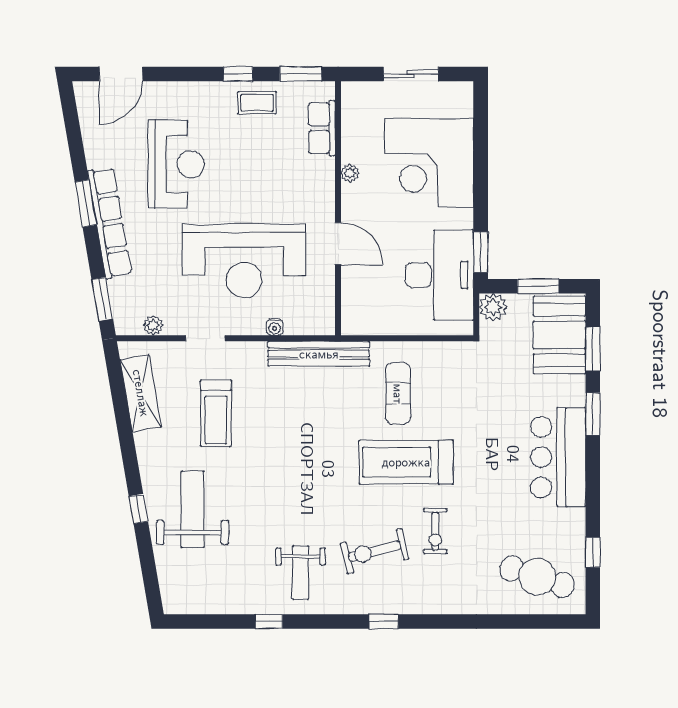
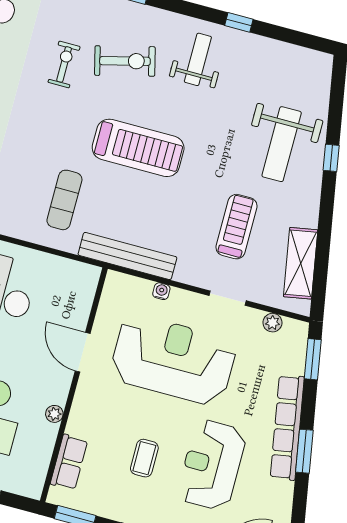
coffee table: (257, 103) -> (144, 458), moved, turned 90
treadmill: (406, 462) -> (138, 148), moved

